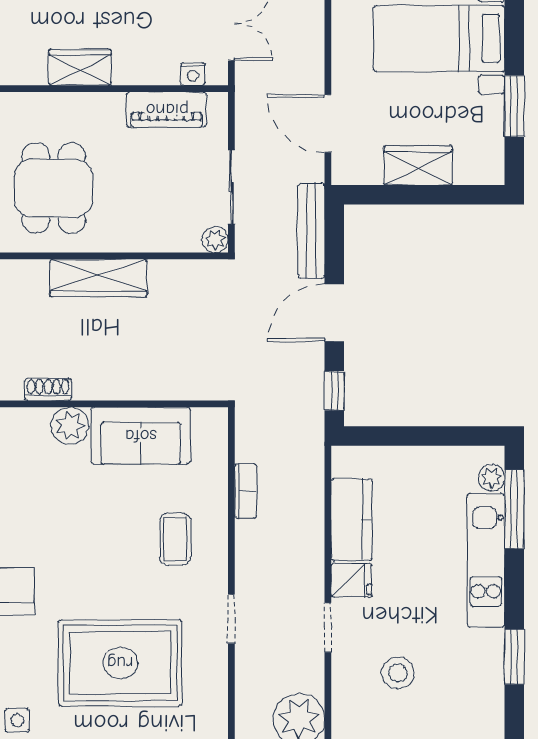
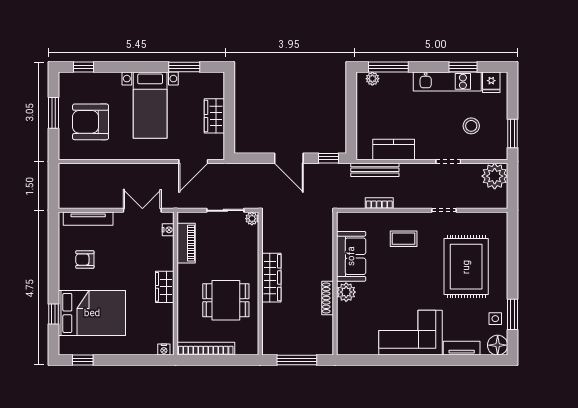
bench: (311, 231) -> (375, 170), moved
shoe rack: (48, 389) -> (328, 298), width x1.43
kitchen unit: (486, 561) -> (447, 81), moved
fridge: (351, 580) -> (491, 82), moved, turned 180

